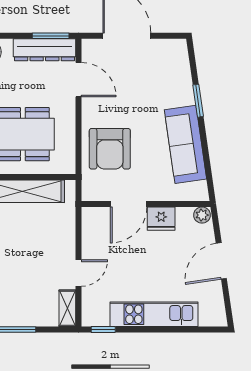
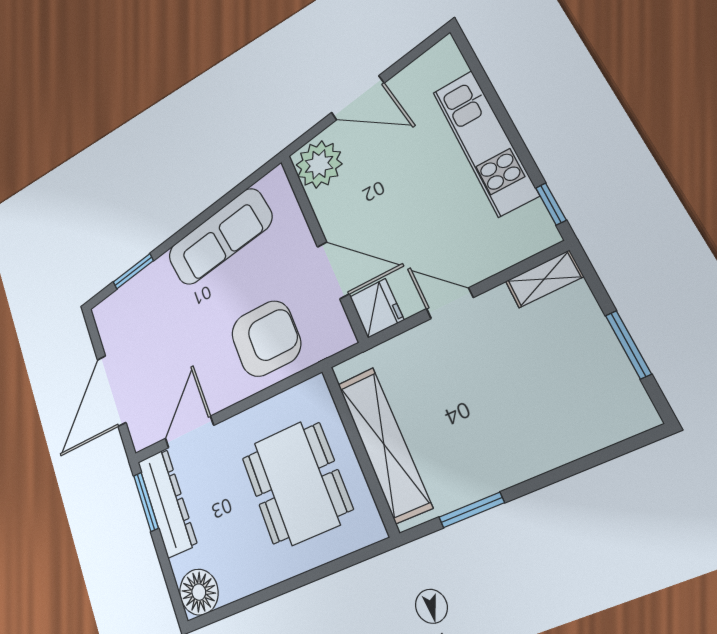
window: (198, 101) -> (133, 271), moved
plant: (202, 215) -> (319, 164), width x1.88, depth x1.88
fridge: (161, 219) -> (377, 308), moved
door: (79, 273) -> (450, 303), moved

